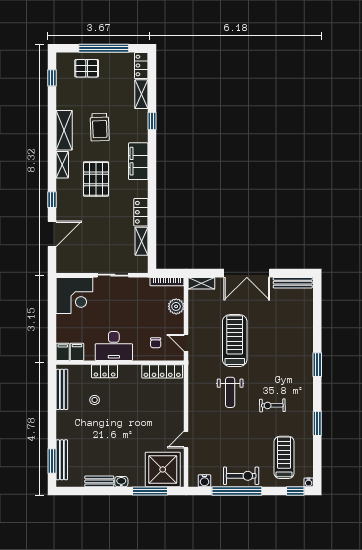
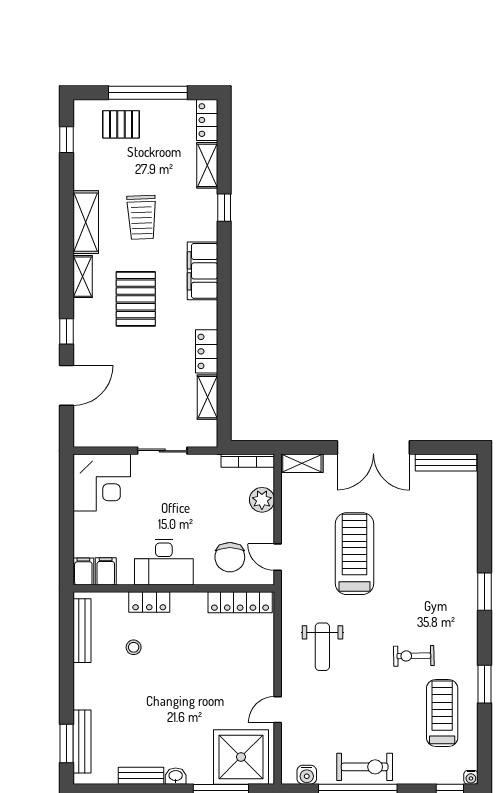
chair: (156, 343) -> (230, 557), width x1.87, depth x1.87
weight bench: (230, 392) -> (322, 647), moved
treadmill: (284, 457) -> (442, 713), moved

